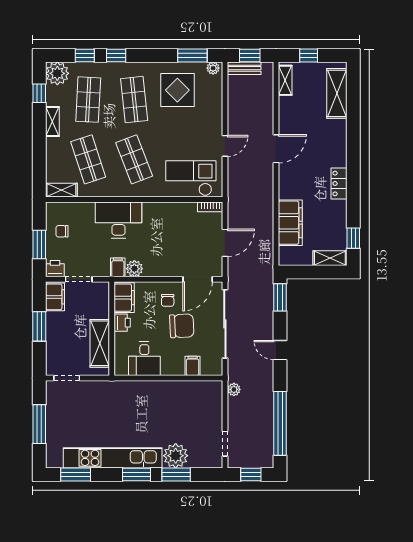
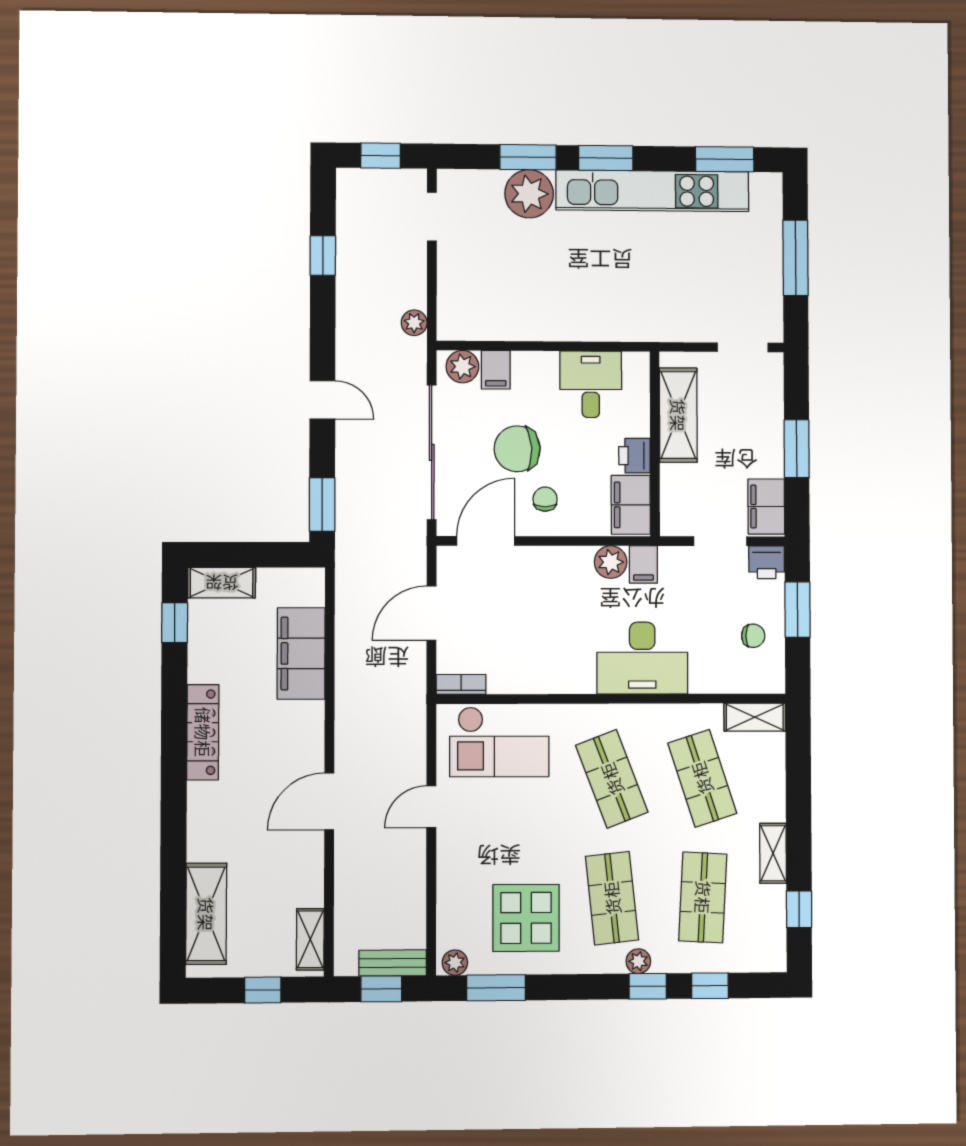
plant: (57, 73) -> (638, 961), moved, width x0.53, depth x0.53
locker: (339, 183) -> (203, 732), width x1.53
plant: (209, 367) -> (462, 367), added
window: (280, 423) -> (323, 255), width x0.32

